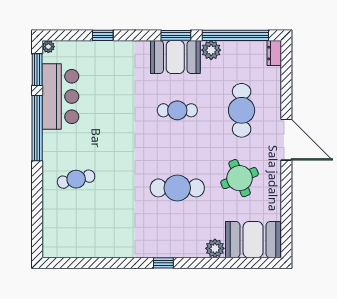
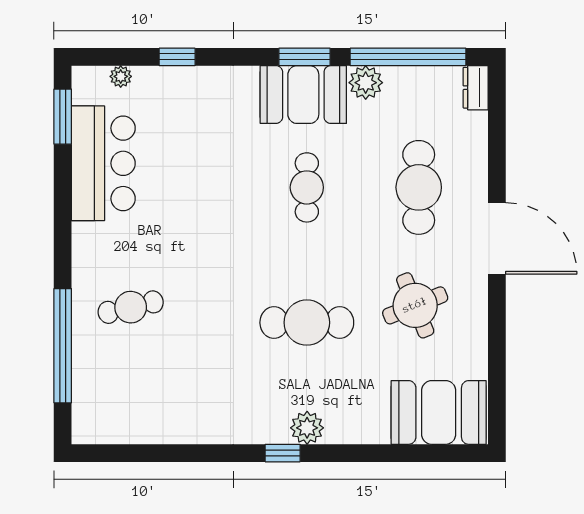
plant: (48, 47) -> (121, 76), moved
cafe table: (177, 110) -> (307, 187), turned 90
window: (37, 128) -> (63, 346), moved
plant: (215, 248) -> (307, 428), moved

